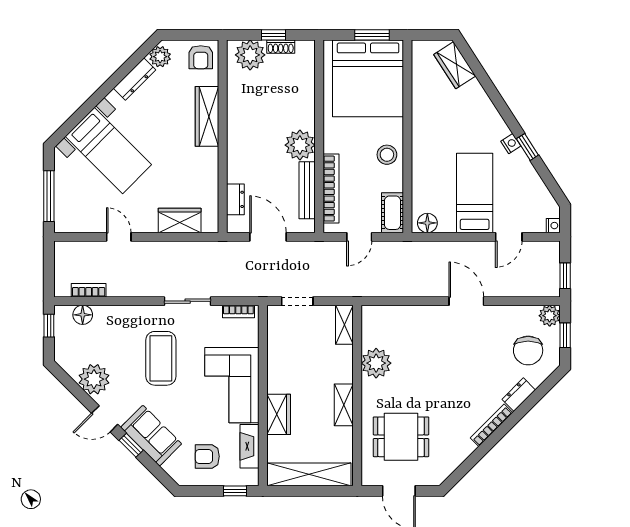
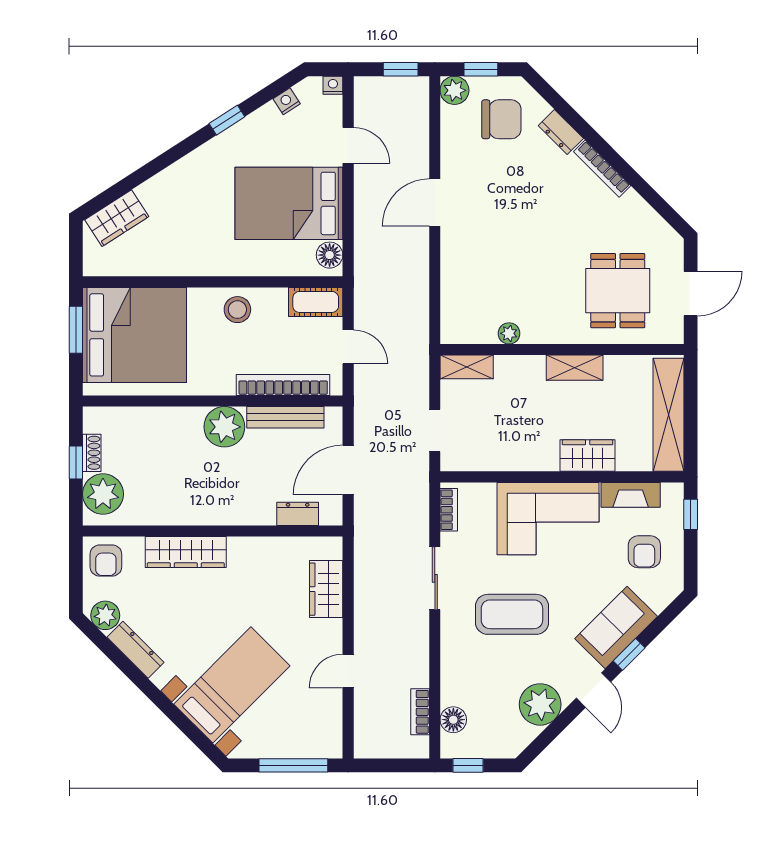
armchair: (201, 57) -> (106, 561), turned 90
nightstand: (511, 144) -> (287, 101), moved
bed: (475, 193) -> (289, 203), width x1.50
plant: (376, 363) -> (509, 333), width x0.53, depth x0.53

